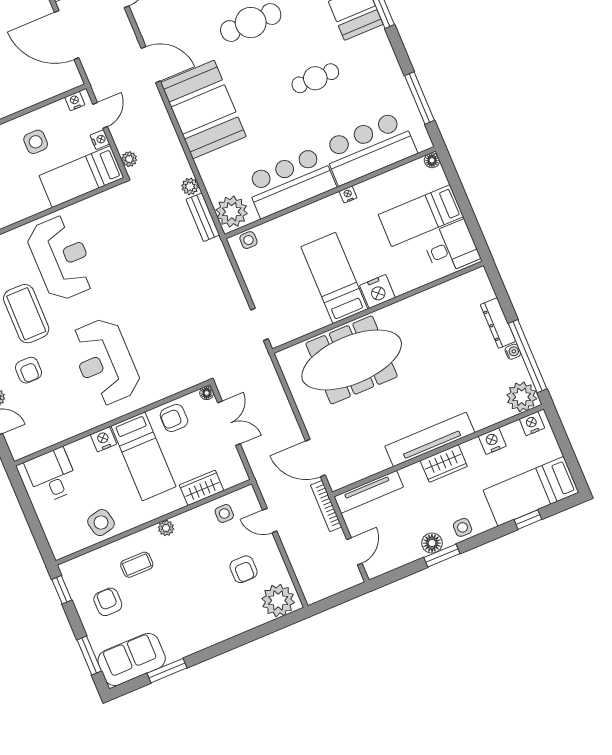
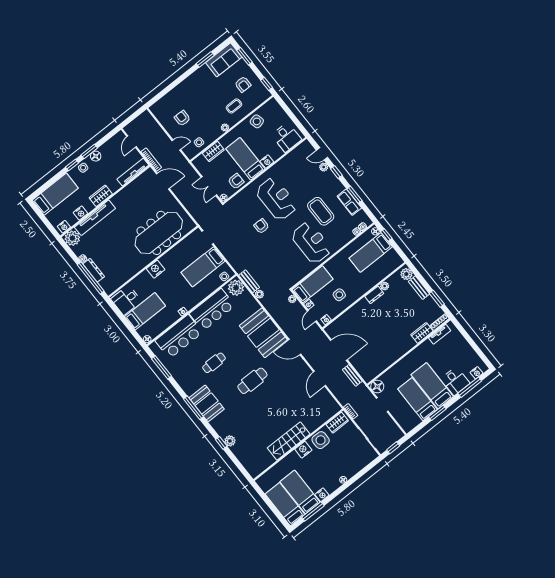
reception desk: (61, 258) -> (311, 243), turned 180
bed: (334, 278) -> (203, 267), moved, turned 90
window: (528, 356) -> (91, 278), moved
armchair: (29, 370) -> (261, 226), moved
tv unit: (430, 439) -> (95, 218), moved
window: (528, 520) -> (72, 165), moved
plant: (278, 600) -> (162, 108), removed

